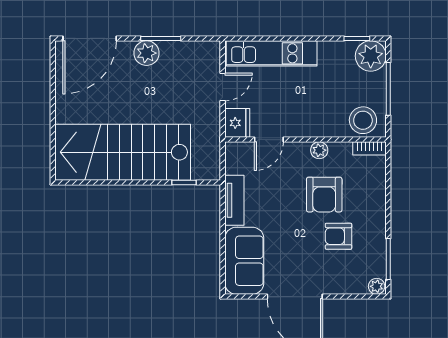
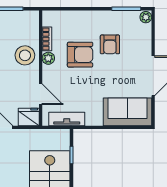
stool: (363, 120) -> (25, 55), moved
bookcase: (369, 148) -> (47, 39), moved
tv unit: (234, 200) -> (67, 119), moved

